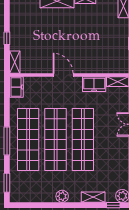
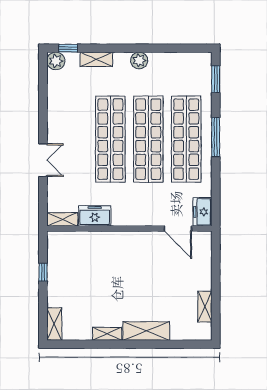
window: (7, 38) -> (216, 279), removed
shelving: (15, 62) -> (205, 307), moved
door: (63, 75) -> (178, 229), moved

